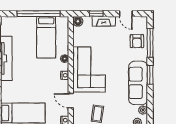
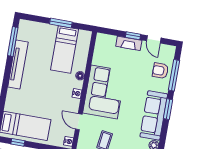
window: (39, 14) -> (61, 23), width x0.47
window: (96, 14) -> (133, 36), moved
floor lamp: (78, 21) -> (101, 39), removed
armchair: (137, 41) -> (160, 71), turned 90

